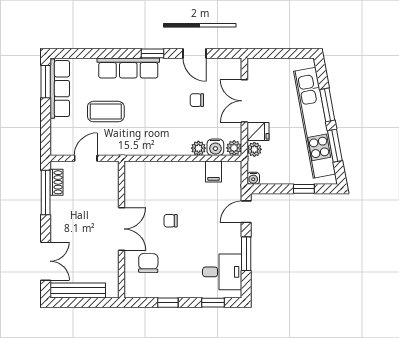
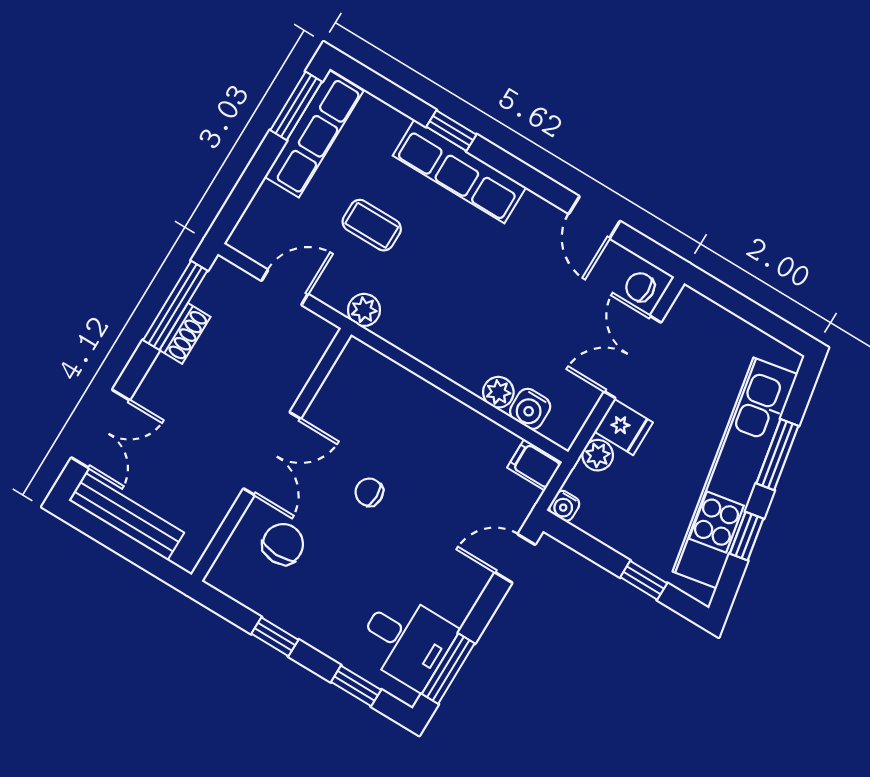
window: (153, 53) -> (451, 131), moved
chair: (197, 100) -> (640, 287), moved
coffee table: (106, 112) -> (372, 225), width x0.73, depth x0.77
window: (335, 146) -> (747, 536), width x0.67
plant: (234, 148) -> (364, 310), moved
filing cabinet: (214, 171) -> (535, 465), moved, turned 90
shoe rack: (57, 182) -> (185, 333), moved
window: (246, 254) -> (448, 669), moved

